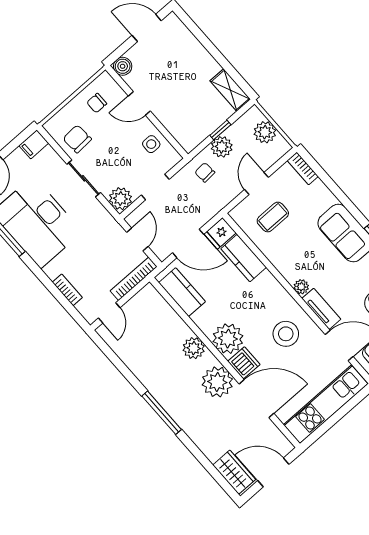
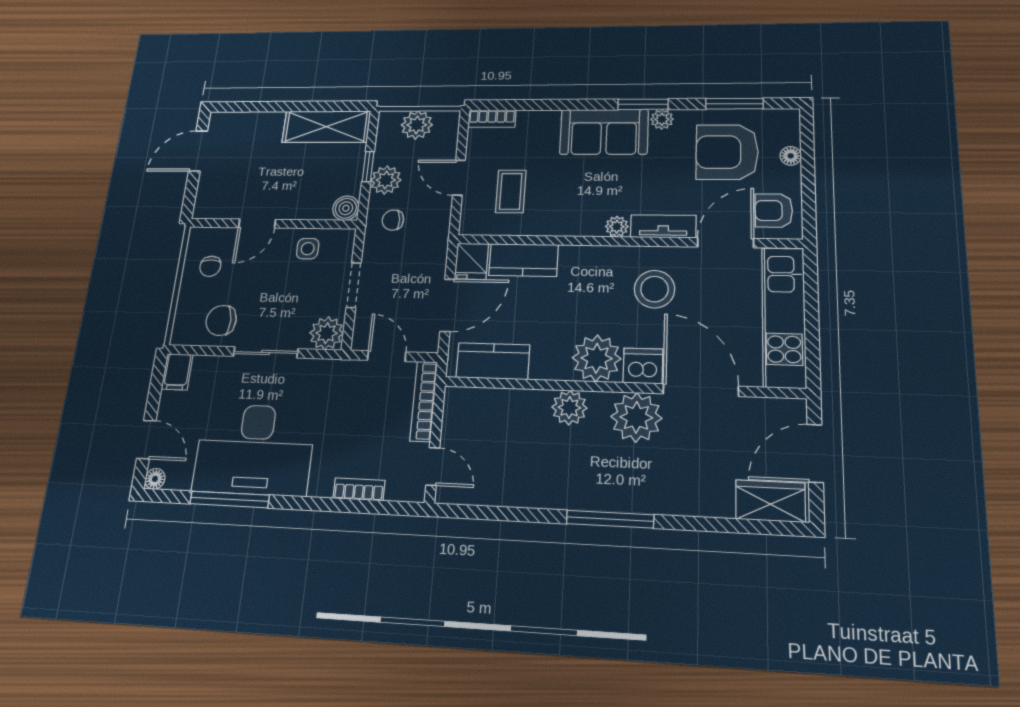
boiler: (123, 66) -> (346, 208), moved
shelving: (230, 90) -> (326, 127), width x1.50, depth x1.33
door: (256, 399) -> (701, 390), hinge flipped

